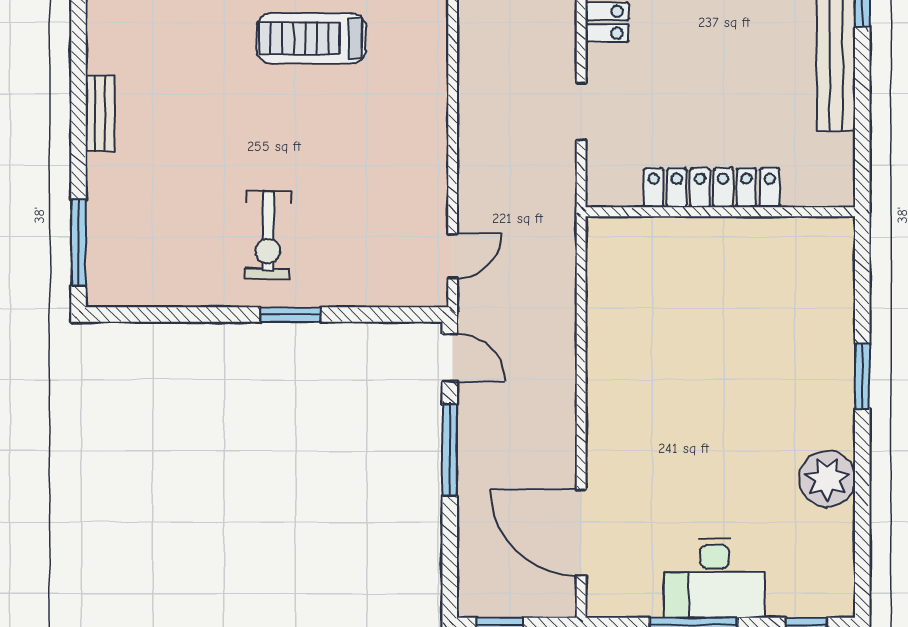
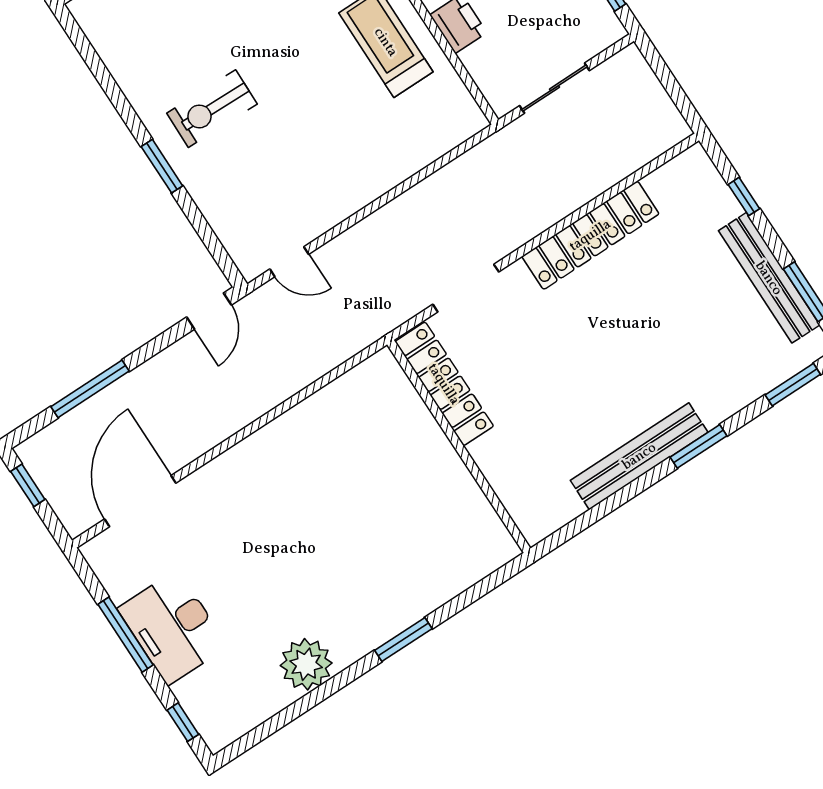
doorway: (581, 112) -> (466, 288), width x1.38
locker: (712, 188) -> (444, 384), moved
window: (450, 450) -> (90, 389), moved

